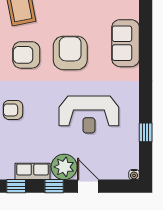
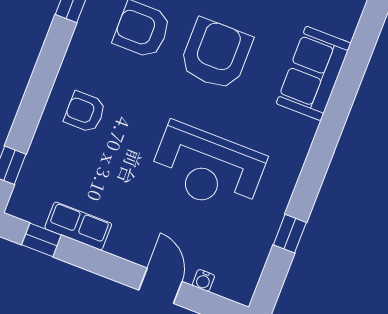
plant: (64, 167) -> (133, 239), removed
water cooler: (134, 175) -> (203, 280), moved
window: (54, 186) -> (104, 264), removed

